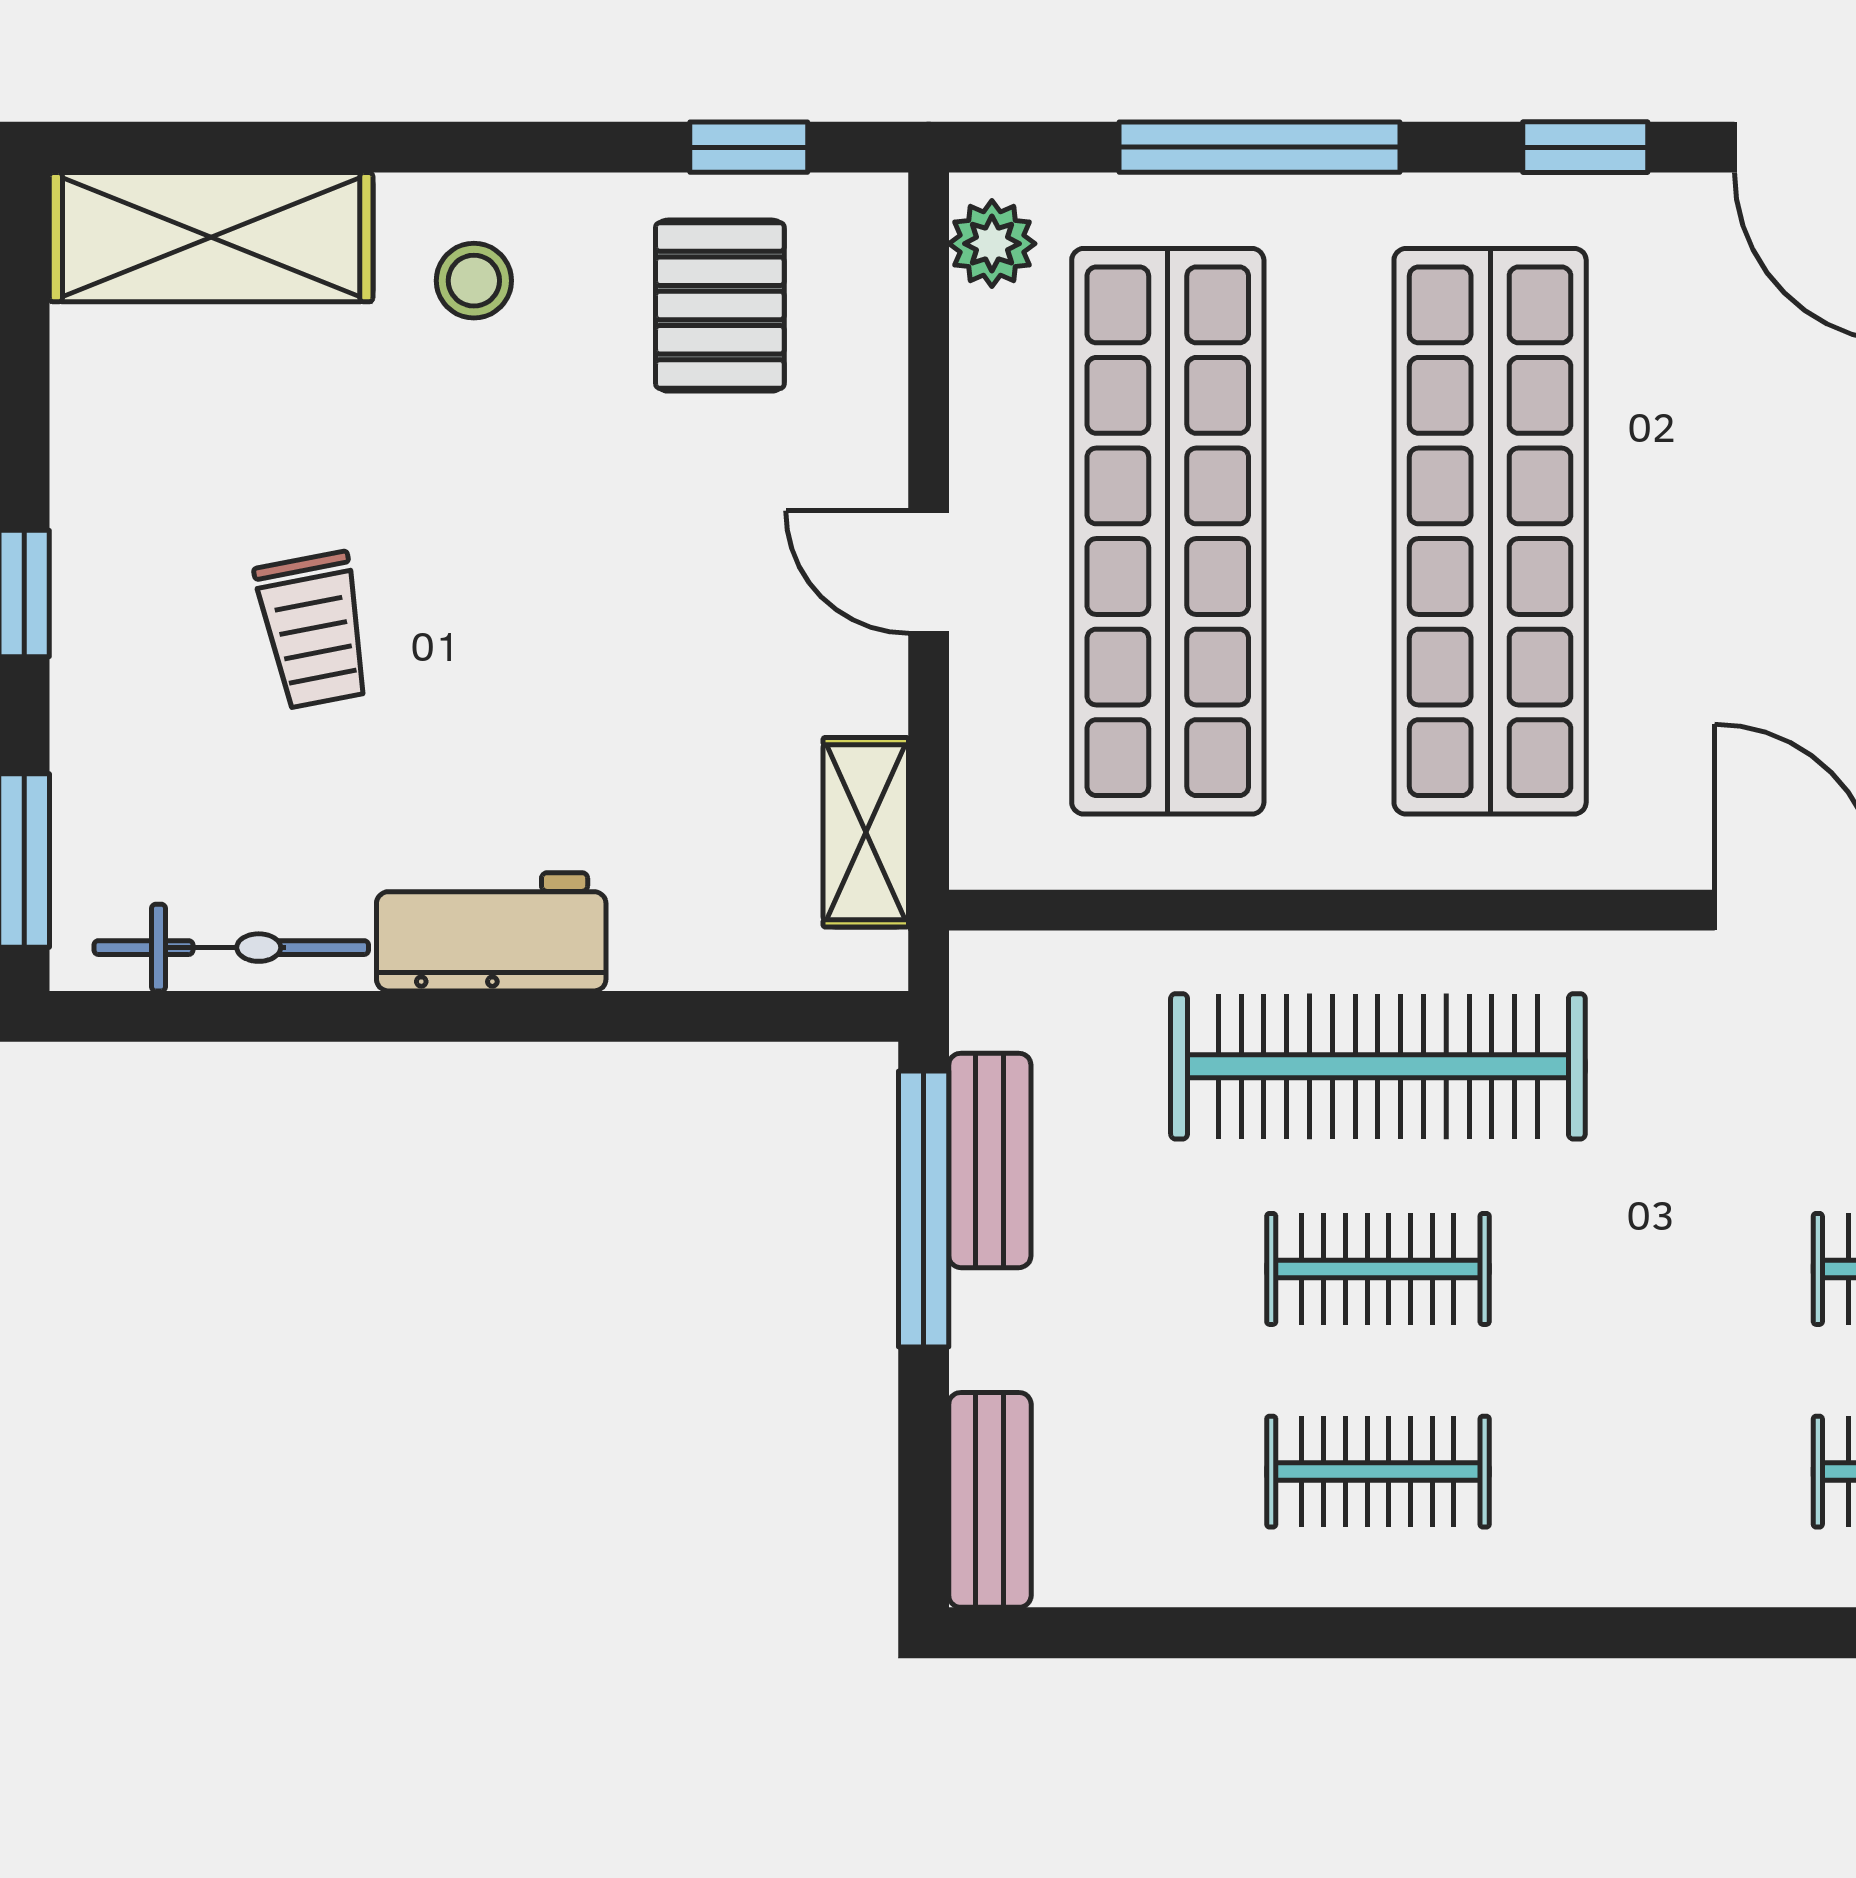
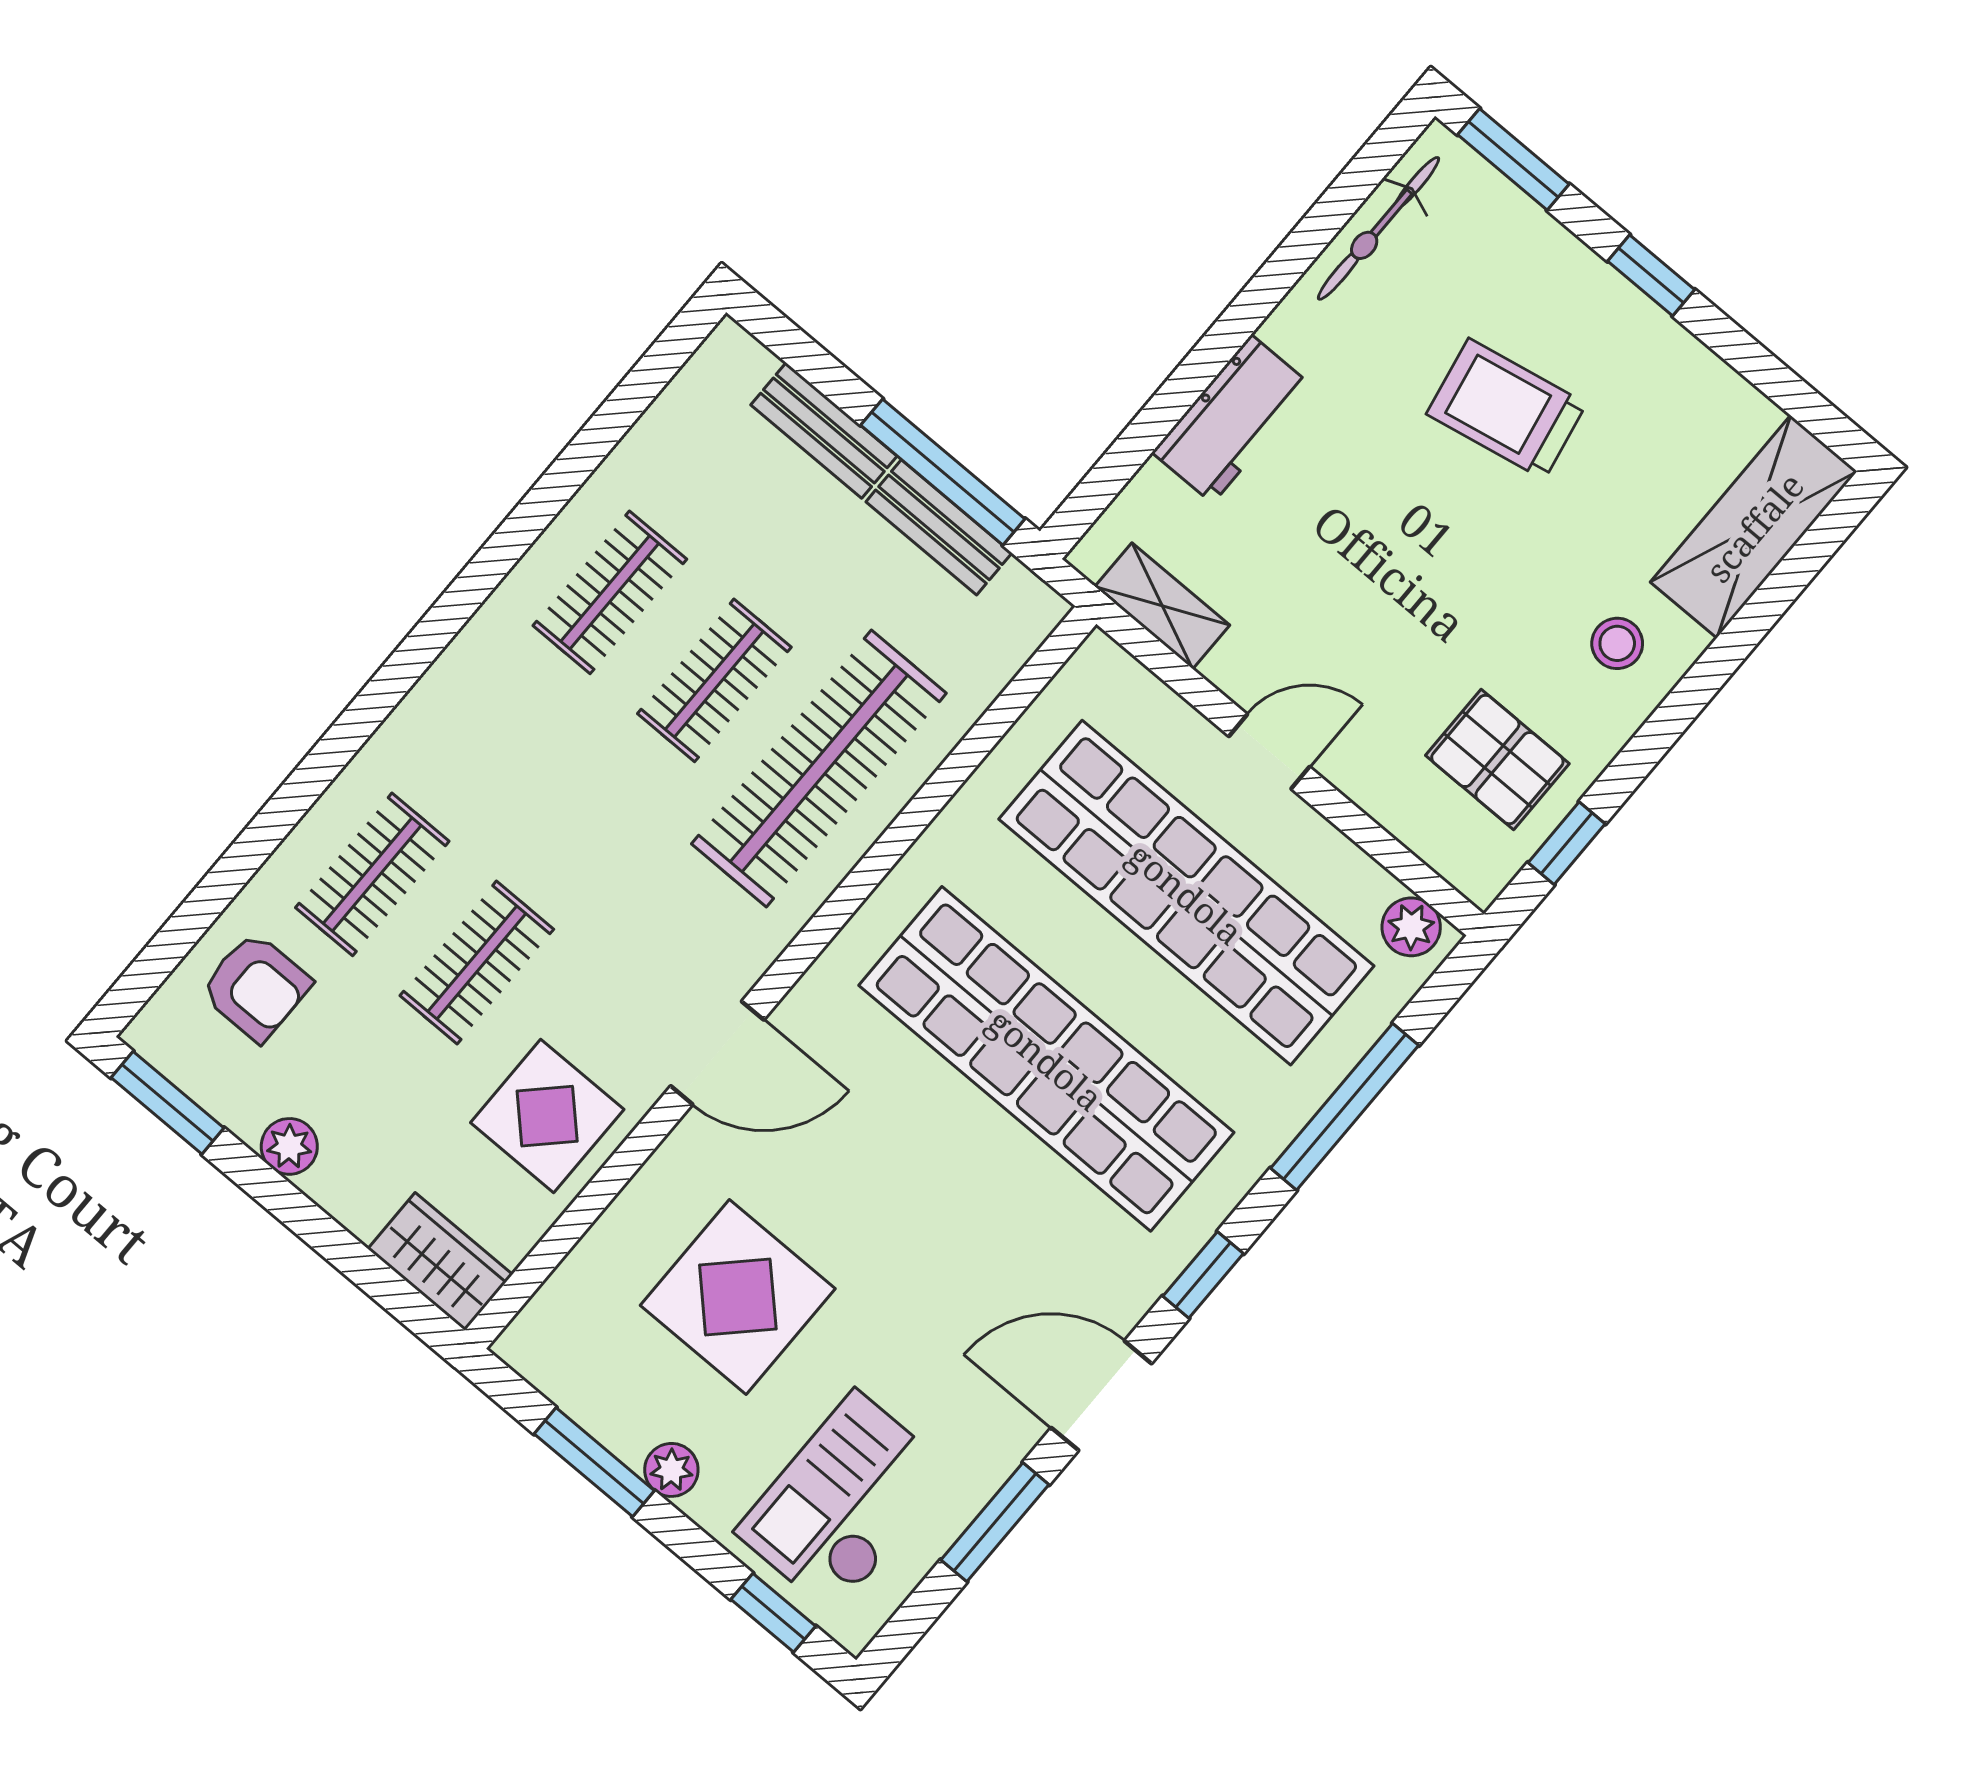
trolley: (314, 630) -> (1506, 409), width x1.36, depth x1.39
workbench: (491, 932) -> (1232, 419), moved
bench: (990, 1500) -> (824, 430), moved

